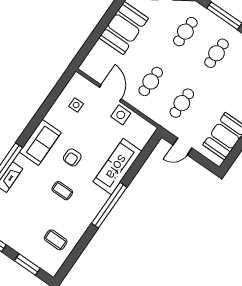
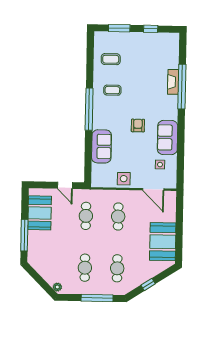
door: (110, 93) -> (153, 189), moved
sofa: (40, 142) -> (167, 138), moved
door: (182, 147) -> (65, 185), swing flipped
sofa: (117, 167) -> (101, 146), width x0.73
coffee table: (62, 191) -> (112, 90), moved

